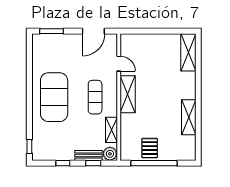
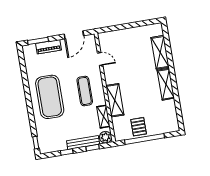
piano: (62, 40) -> (49, 47), added
shelving: (188, 52) -> (160, 52), moved
shelving: (128, 94) -> (115, 100), moved
shelving: (189, 117) -> (166, 84), moved
bench: (88, 156) -> (83, 142), width x1.36

